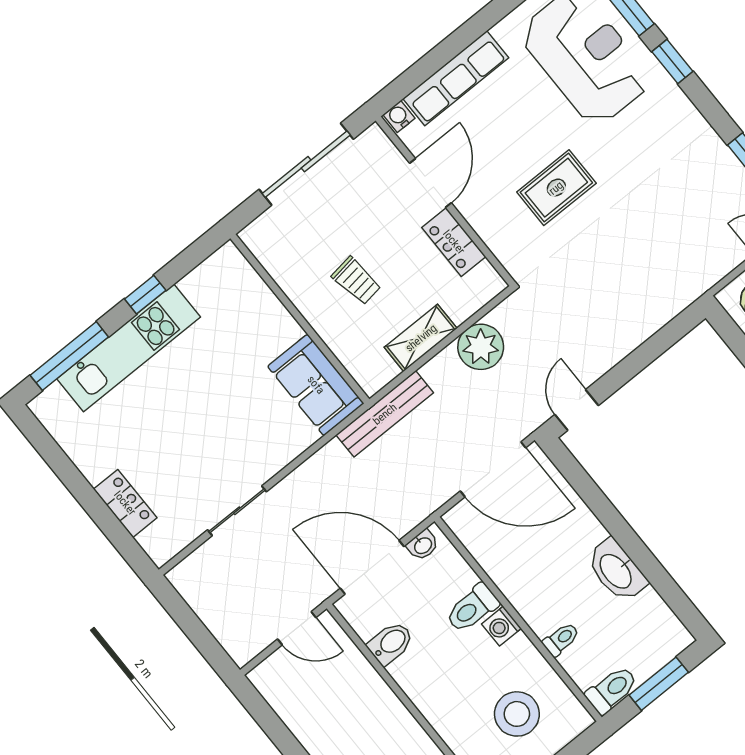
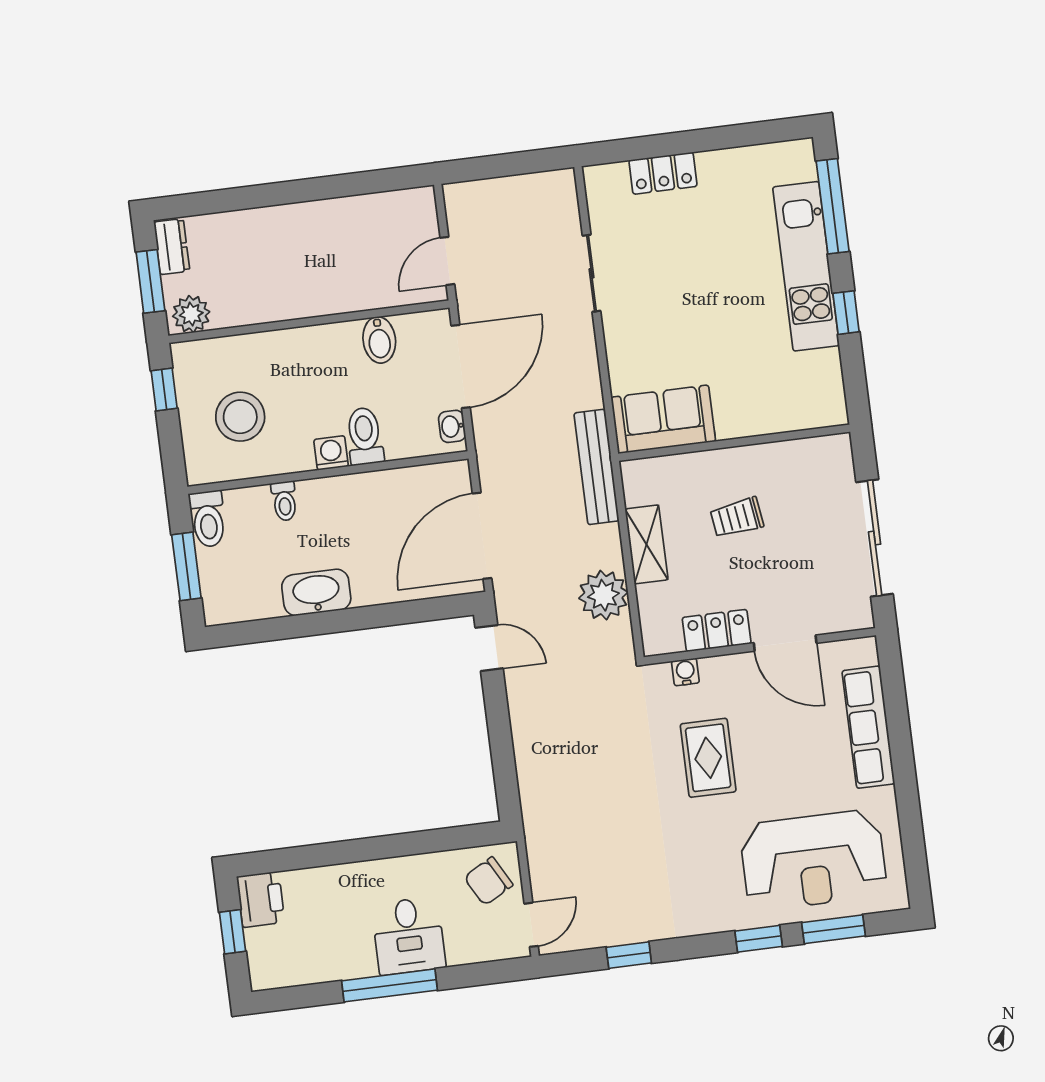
water cooler: (399, 116) -> (685, 672), moved, turned -90

